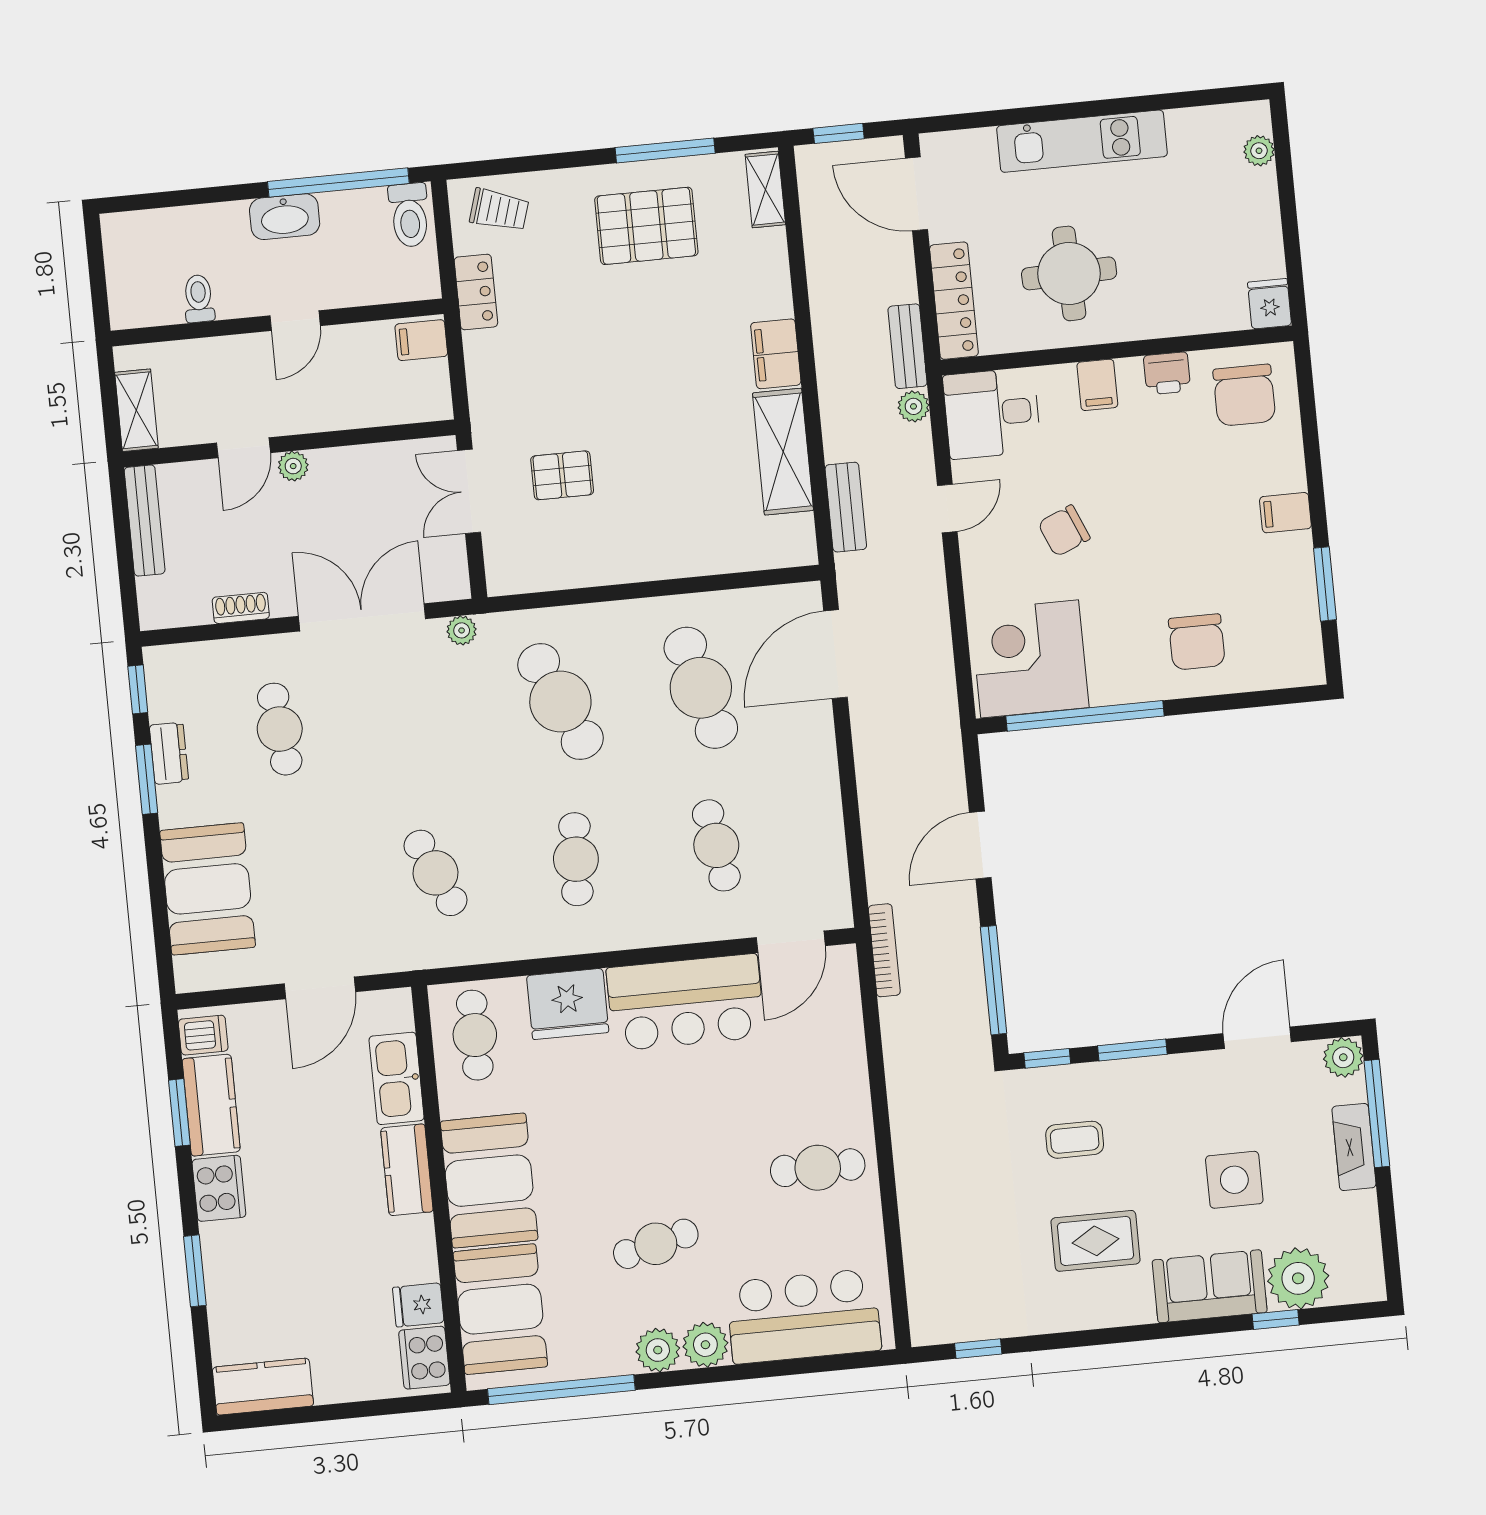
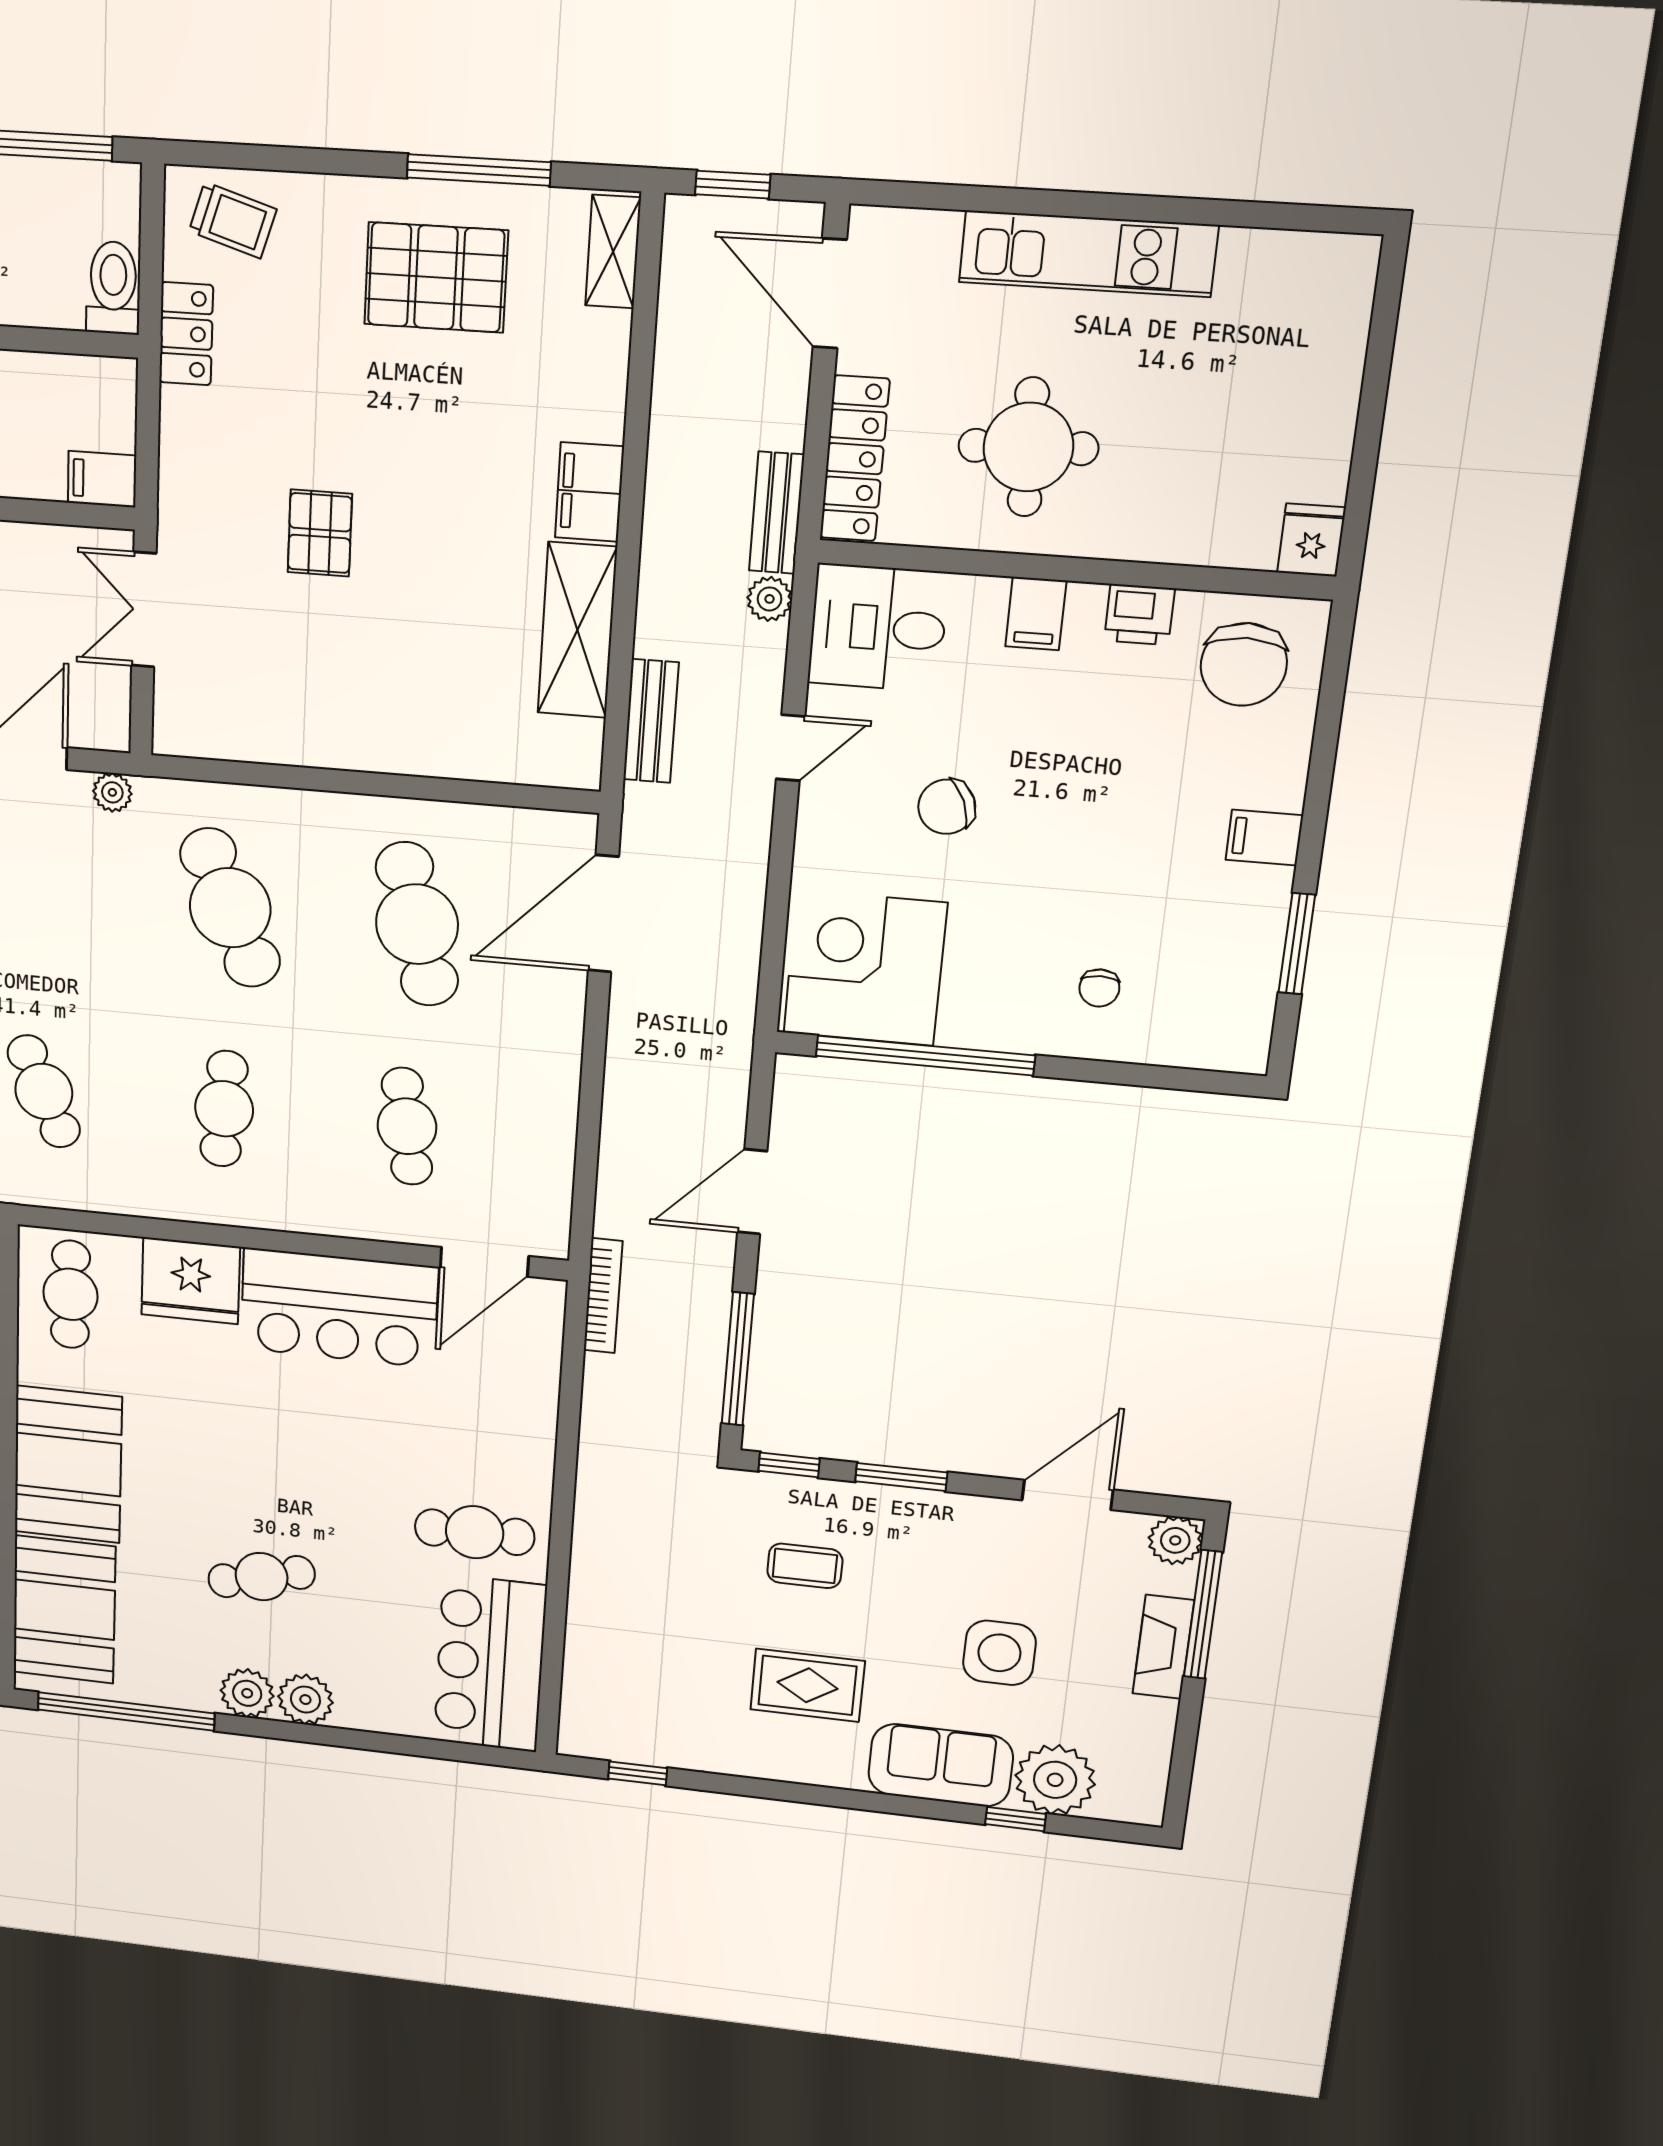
plant: (1259, 151) -> (1349, 311), removed
toilet: (409, 215) -> (113, 288), moved, turned 180
filing cabinet: (421, 340) -> (102, 479), moved
pallet: (562, 475) -> (320, 533), moved, turned 90
chair: (1197, 642) -> (1099, 988), width x0.54, depth x0.54
bar counter: (804, 1316) -> (490, 1663), moved, turned -90

